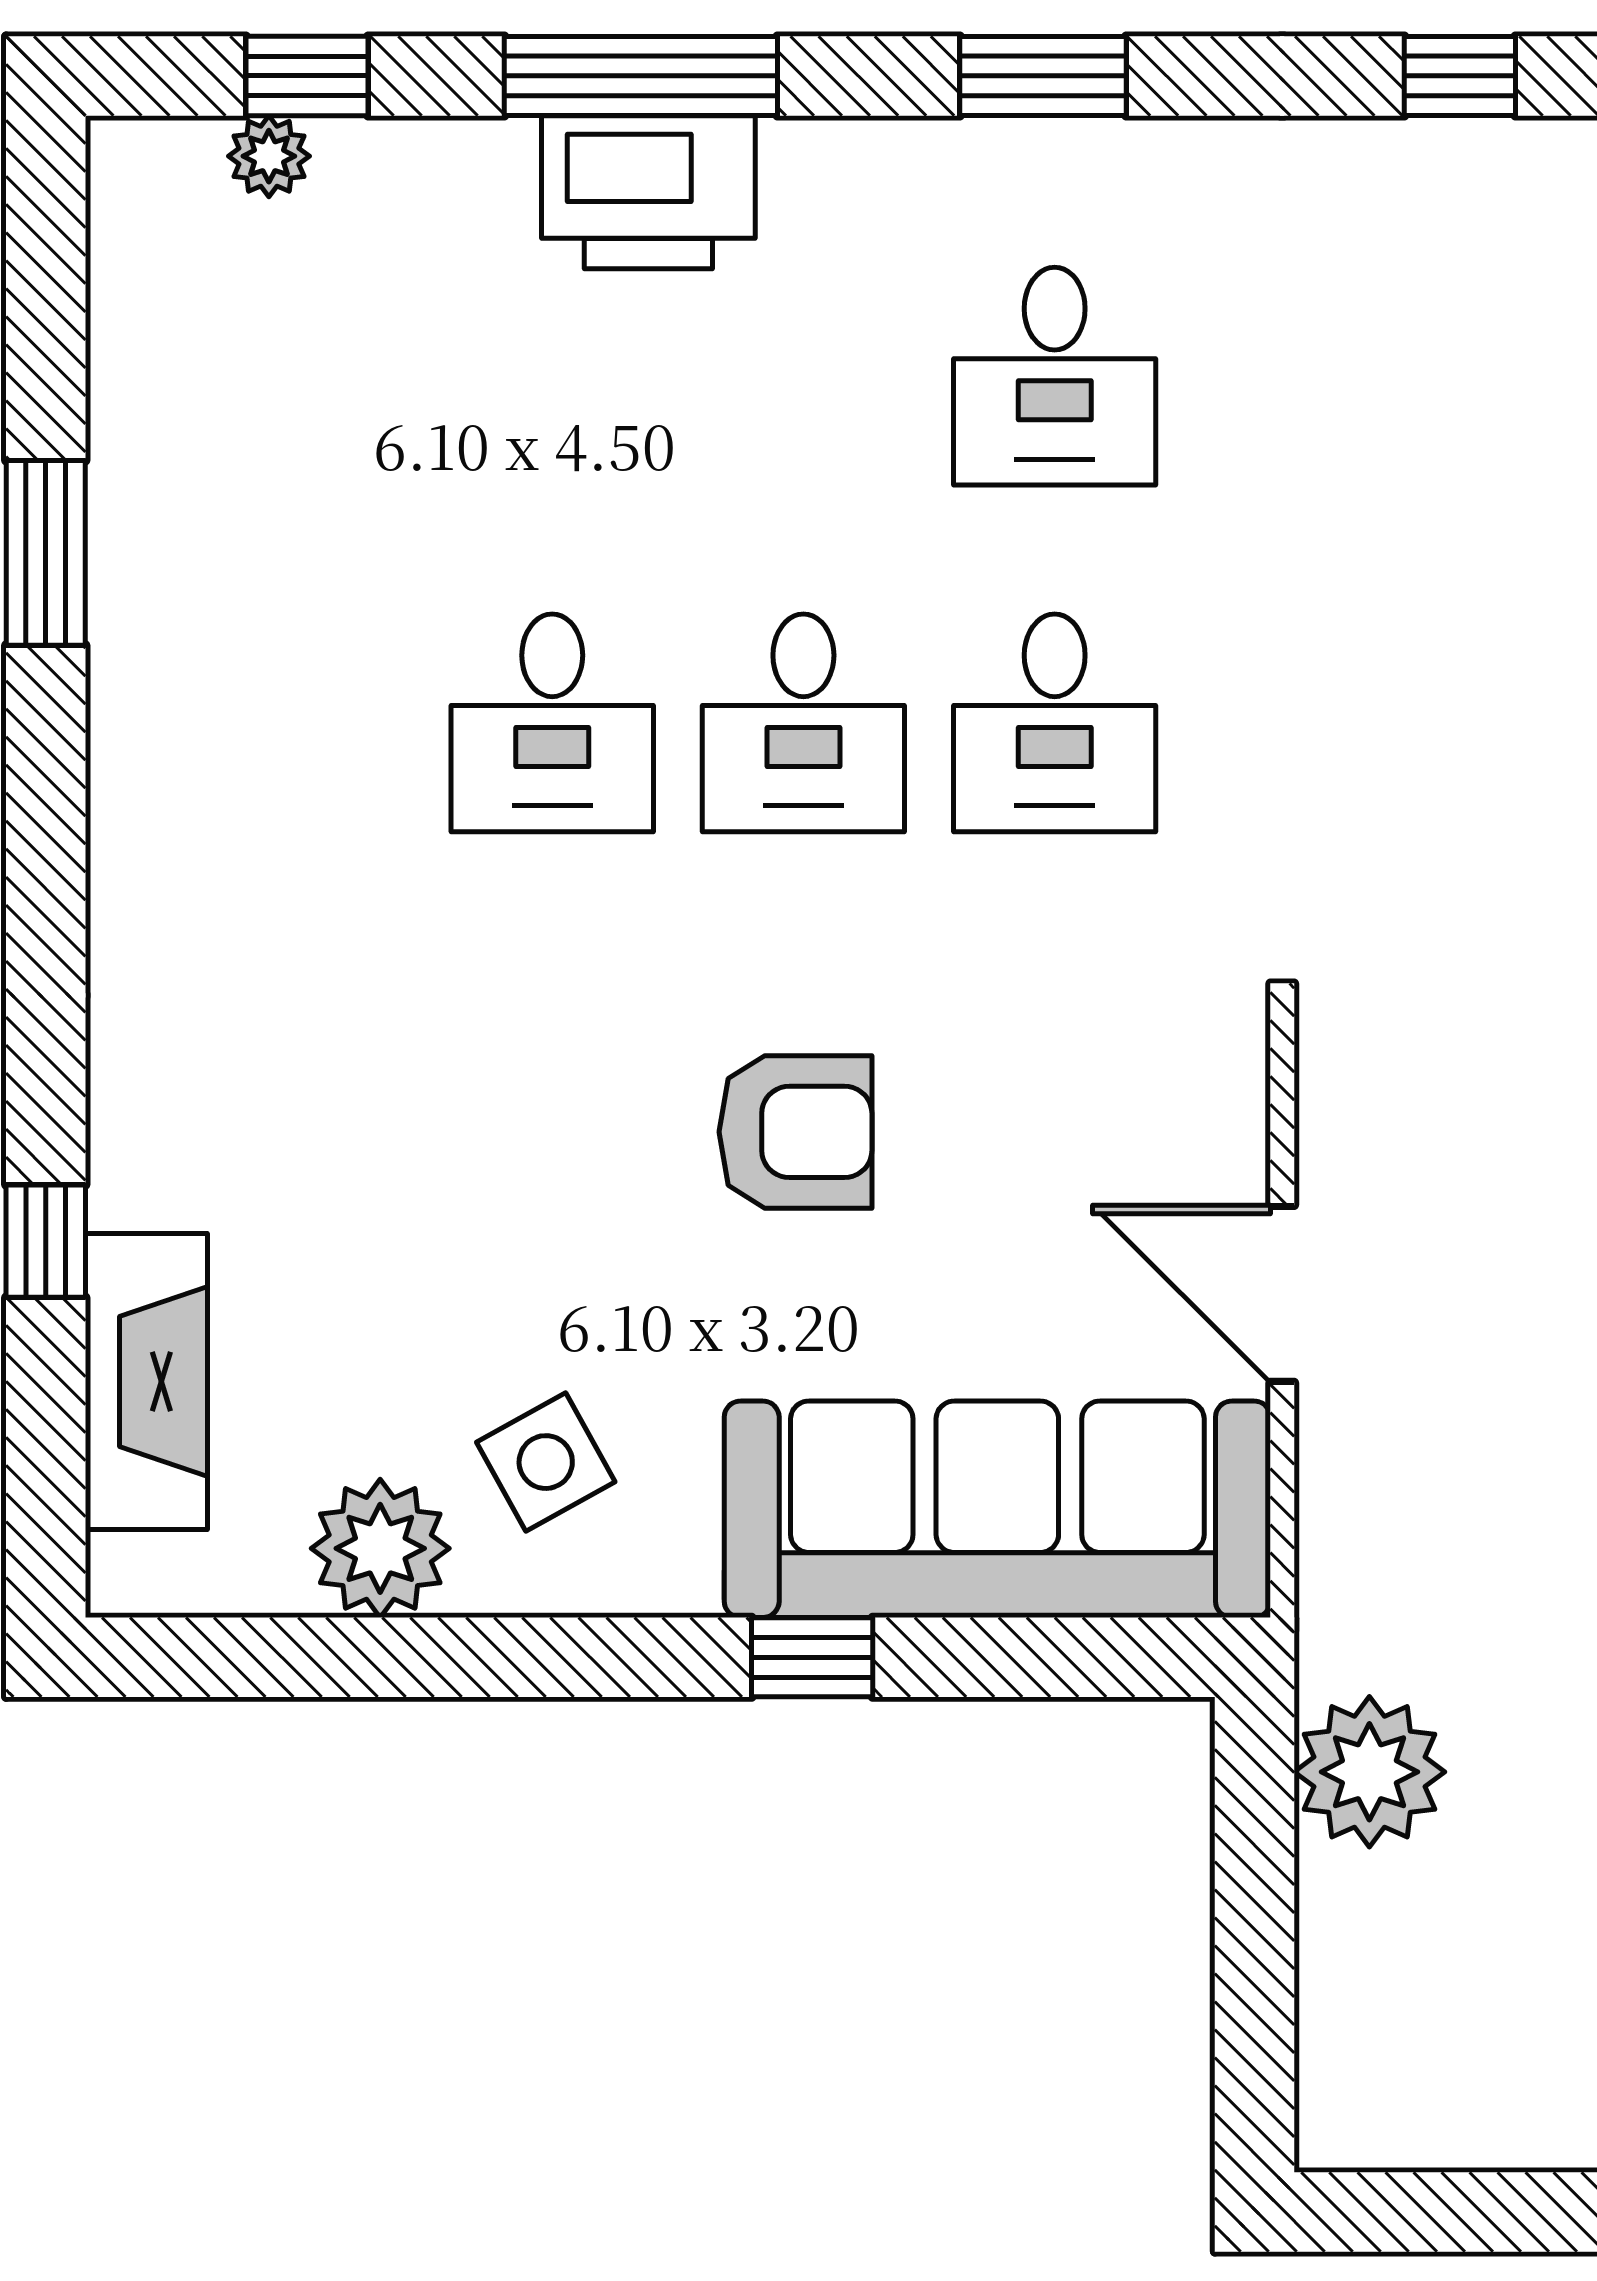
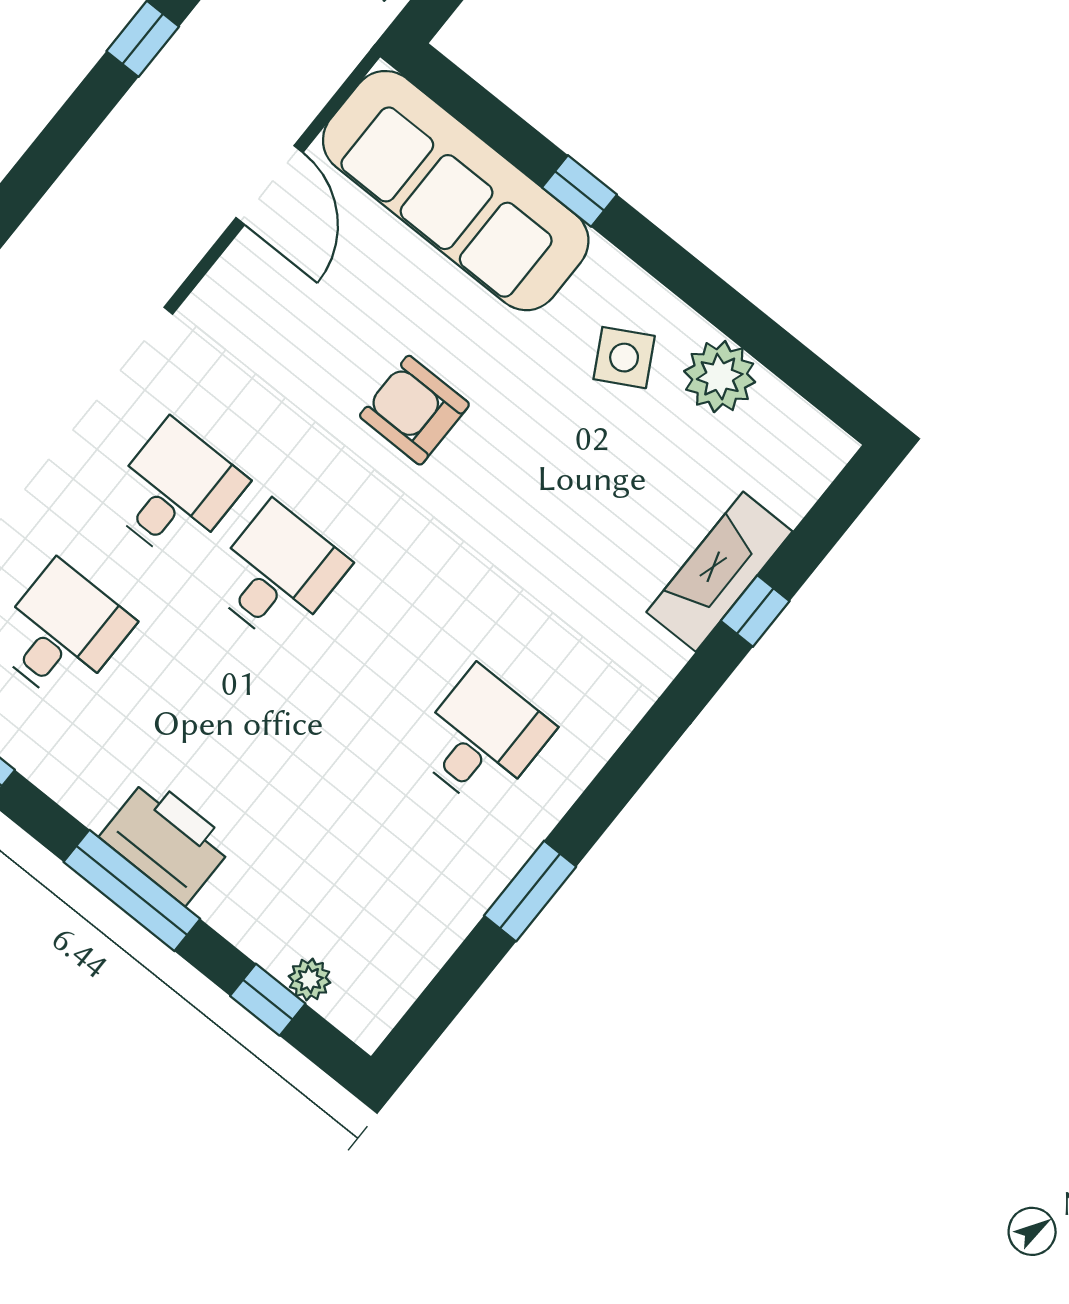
desk: (552, 723) -> (482, 738), moved
fireplace: (146, 1381) -> (719, 572), moved

